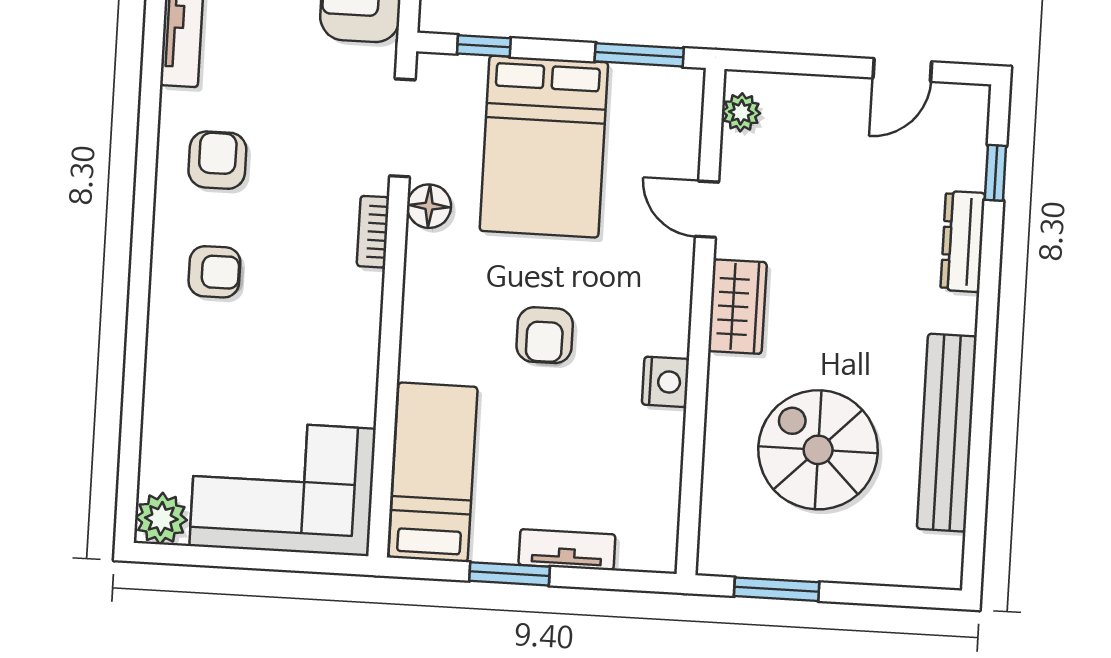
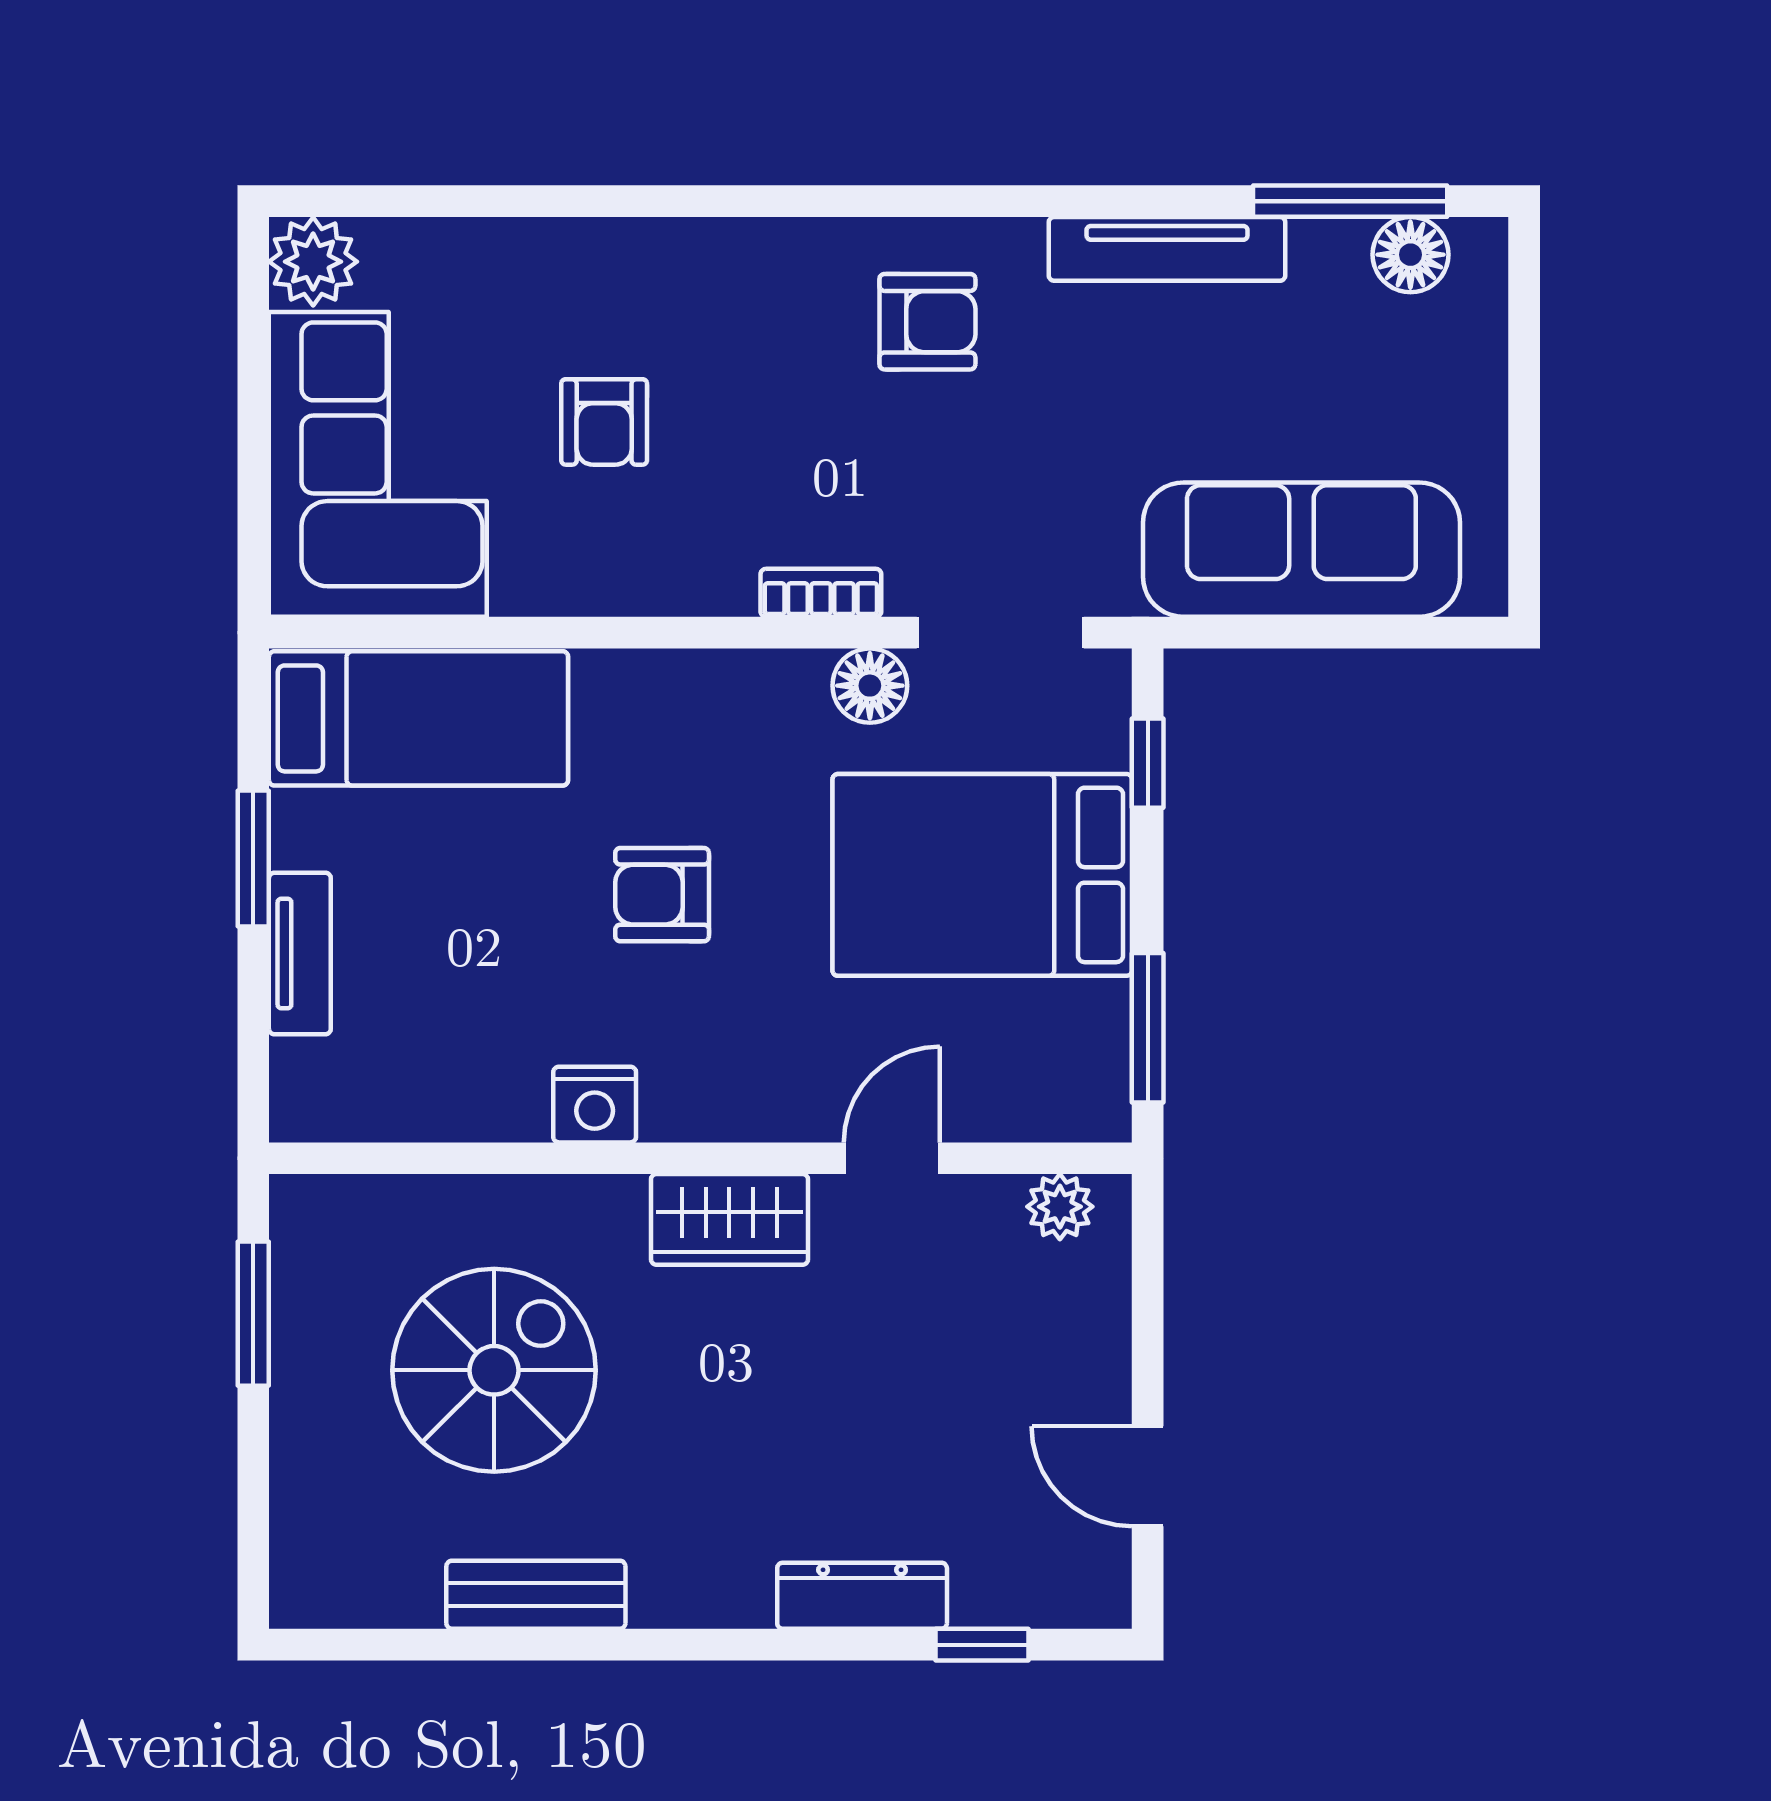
armchair: (214, 272) -> (604, 422), moved
bench: (947, 433) -> (536, 1595), width x0.54, depth x0.82

